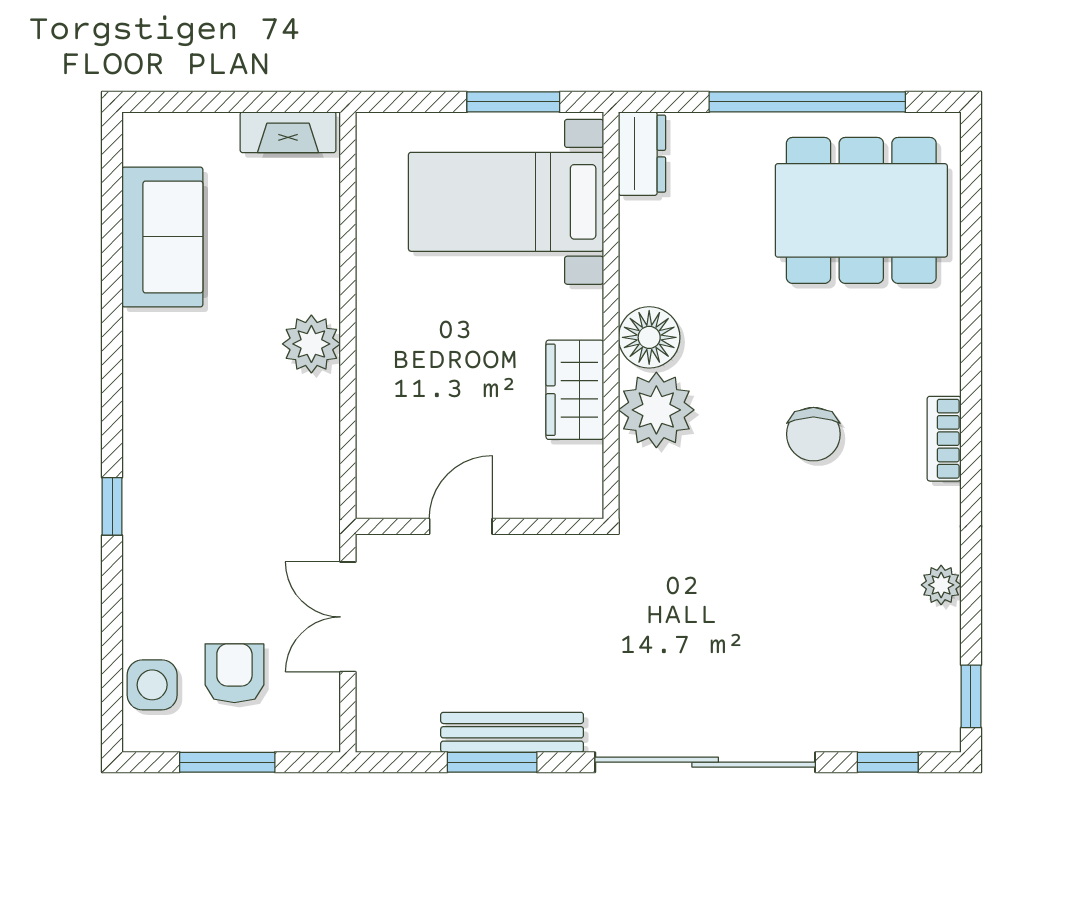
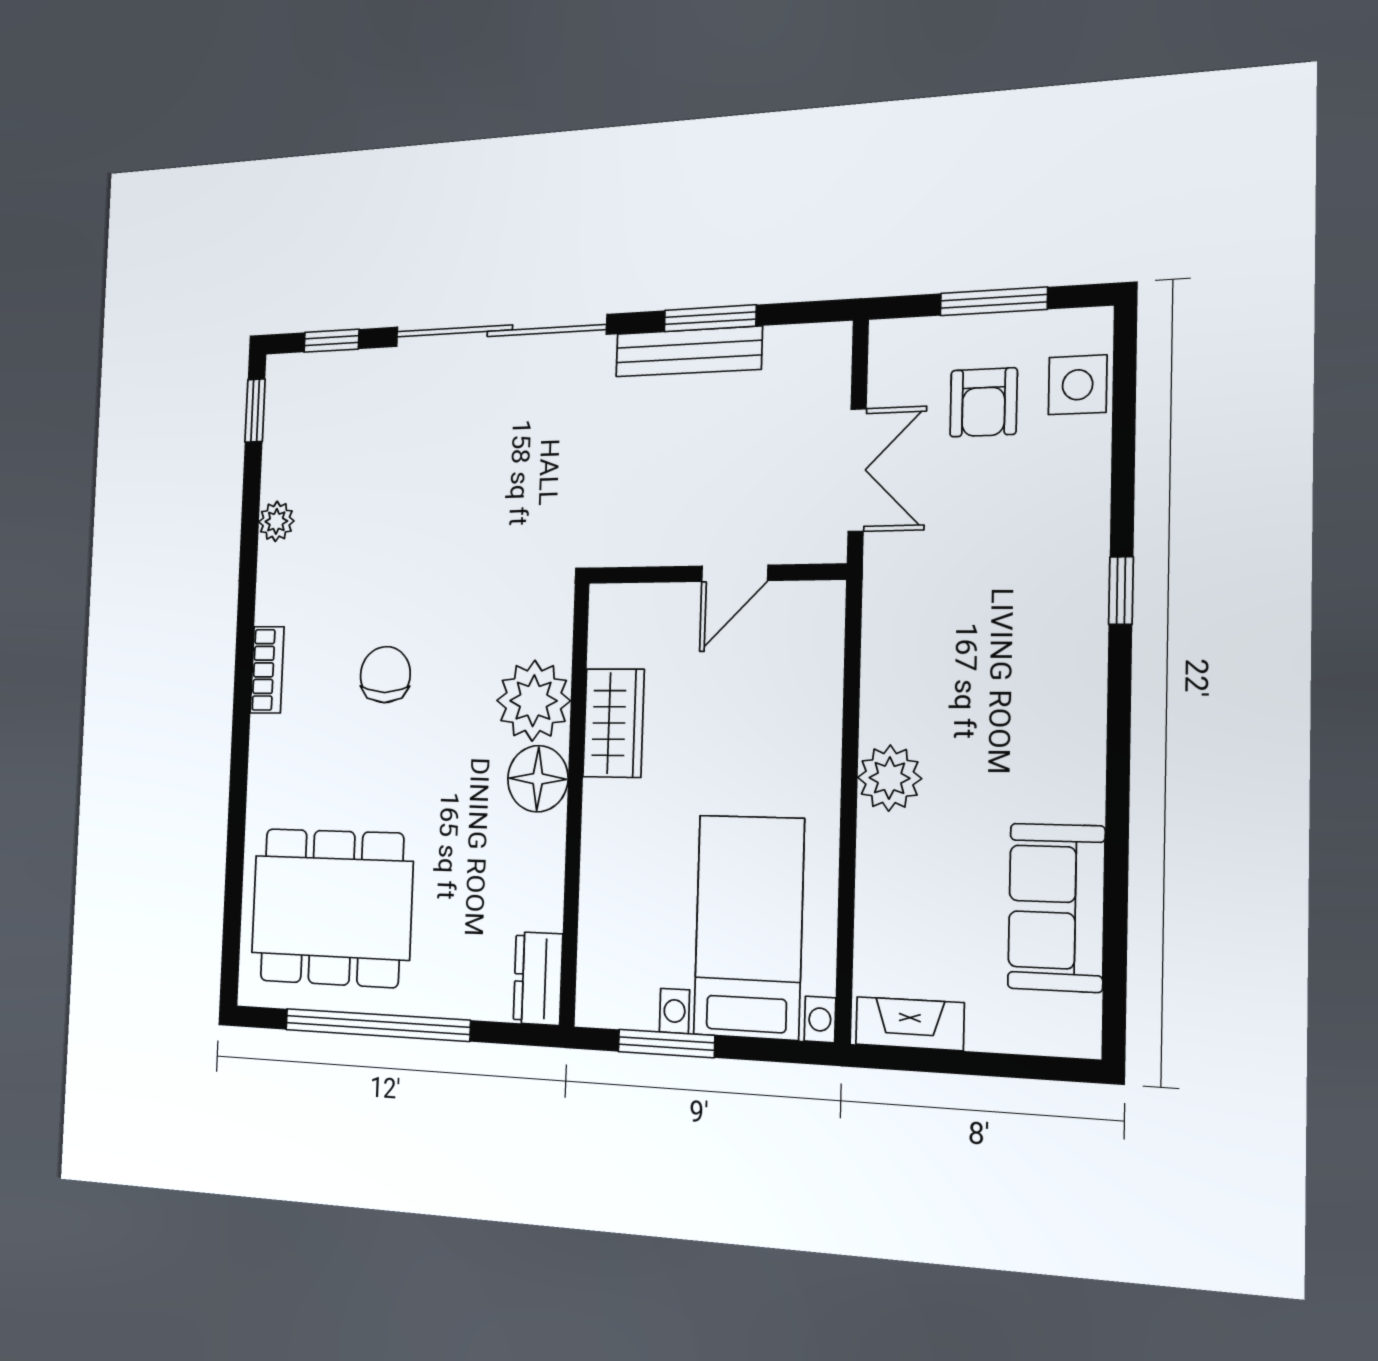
bed with nightstands: (506, 202) -> (749, 927), moved, turned -90

